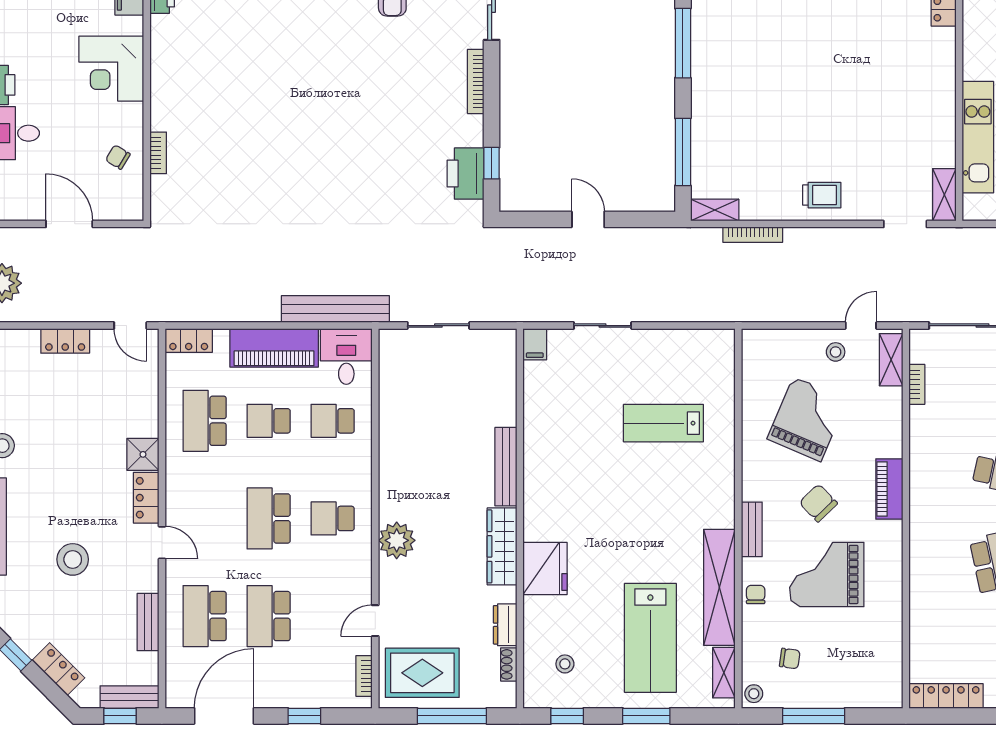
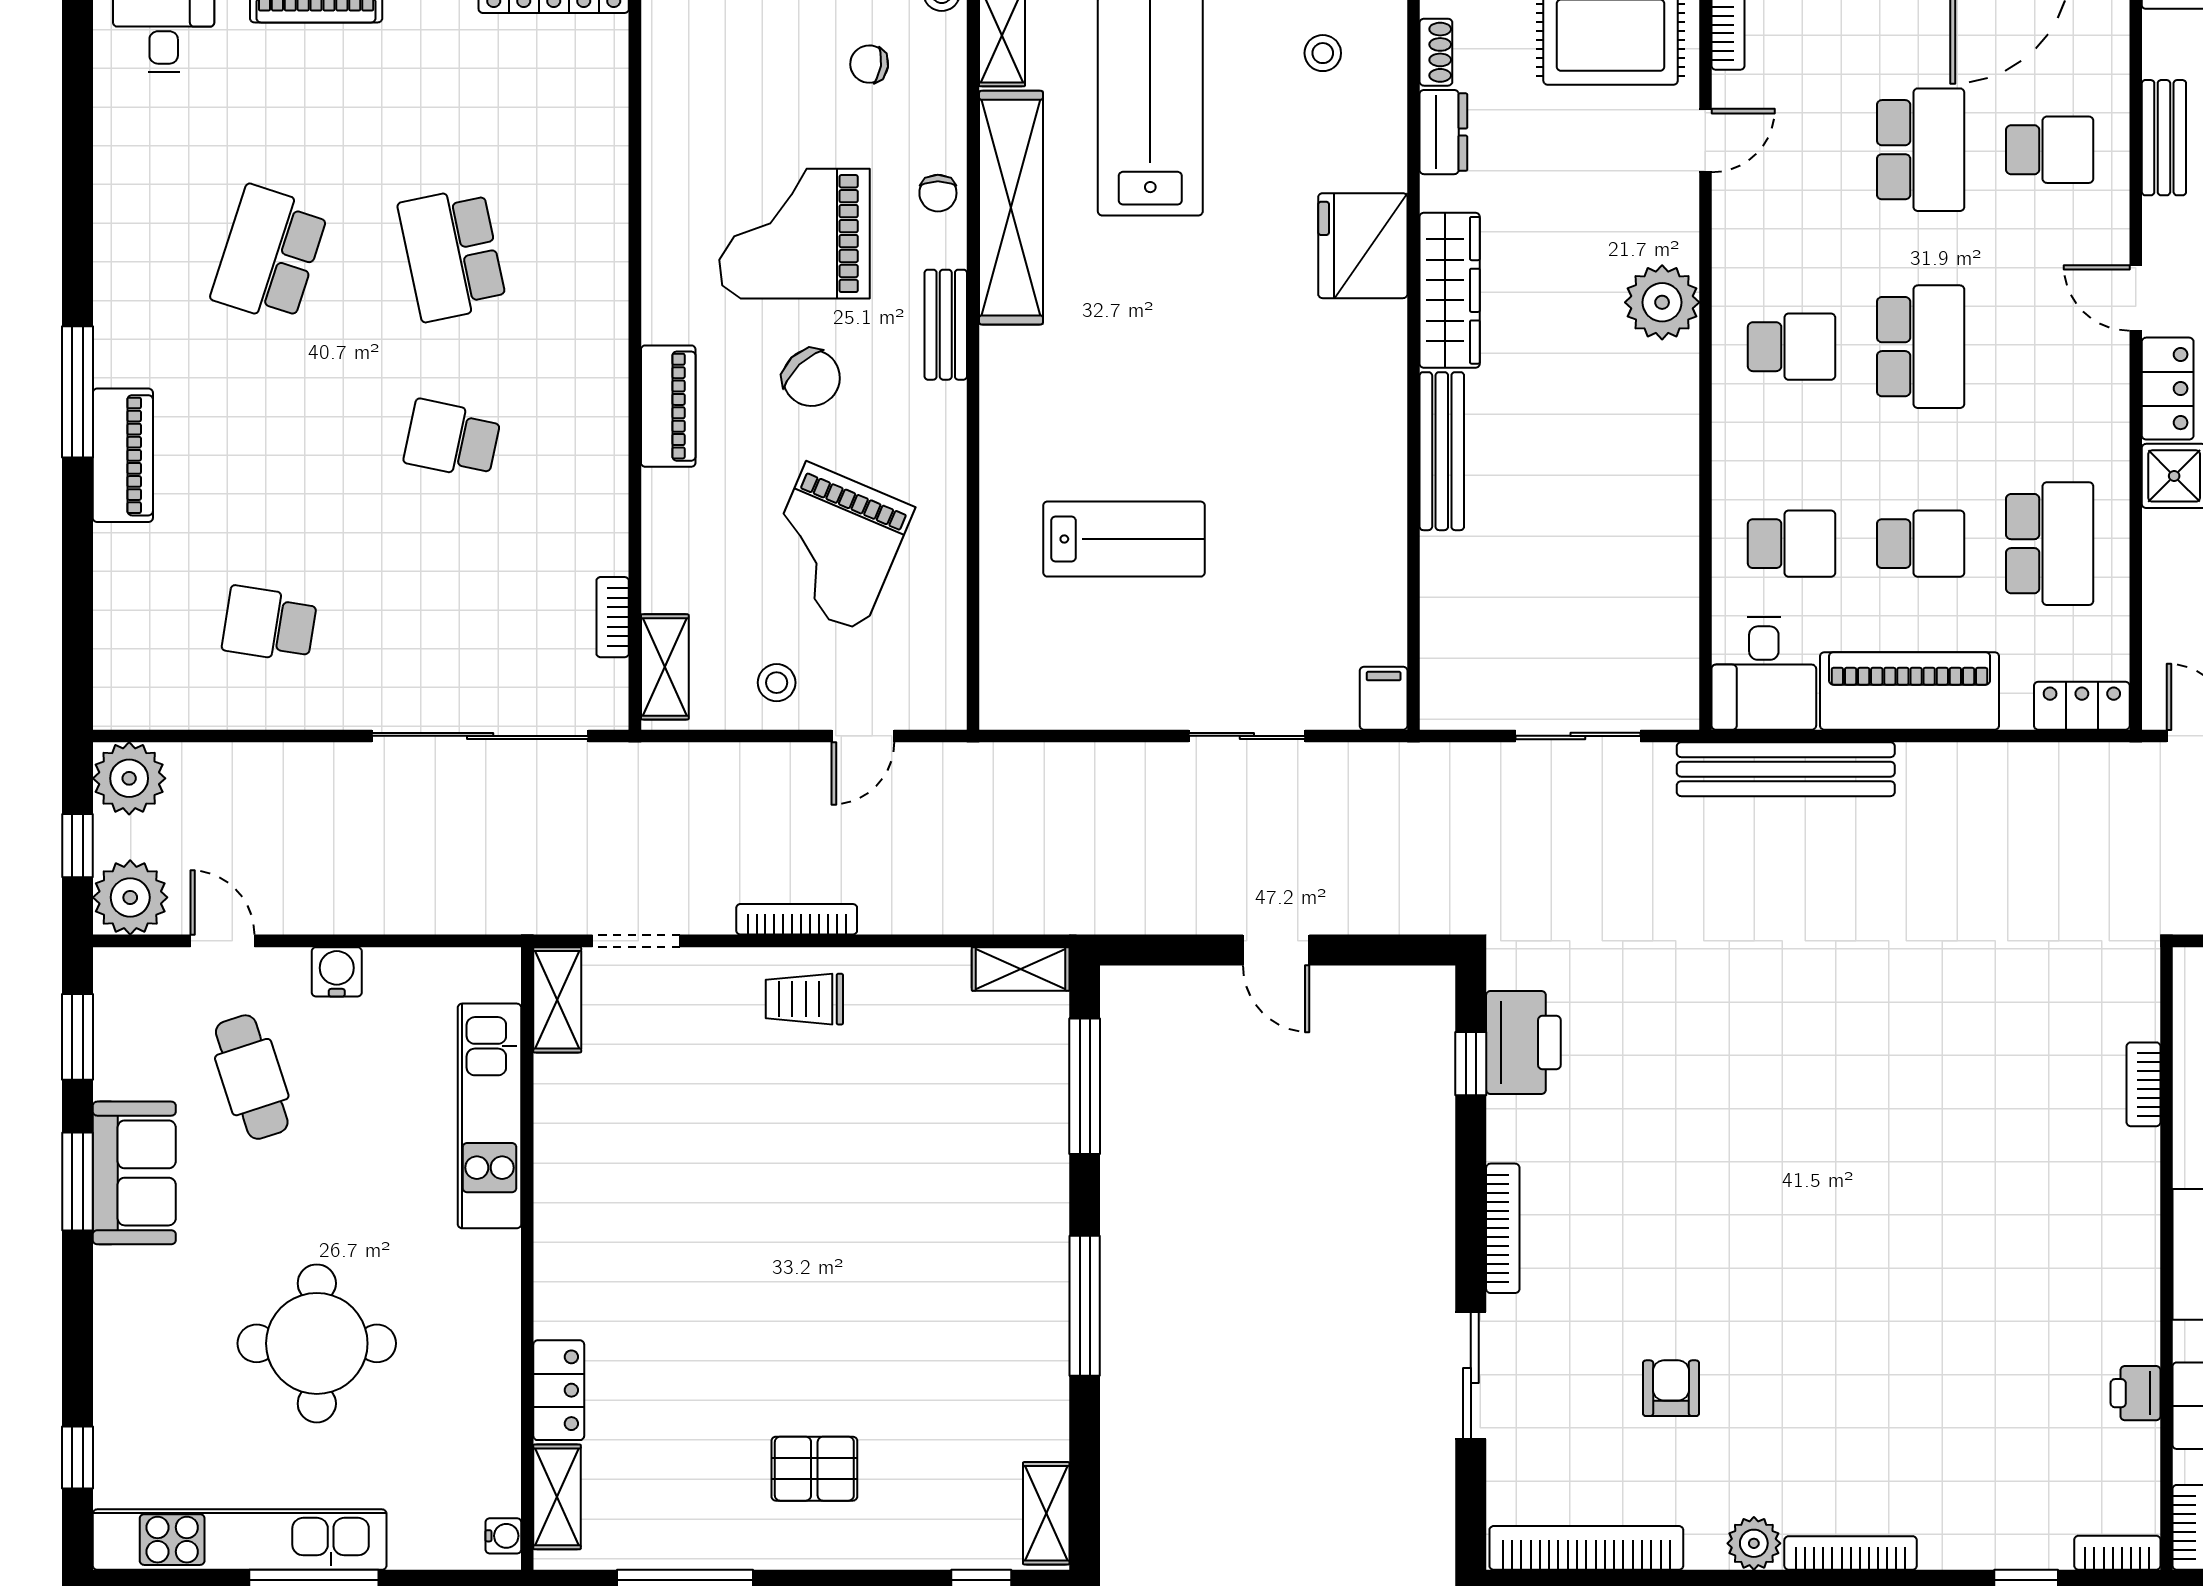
bookcase: (753, 235) -> (797, 919), moved
door: (861, 326) -> (863, 736), moved
grand piano: (827, 574) -> (795, 234), turned 180
school desk: (205, 616) -> (2050, 150), width x0.54

